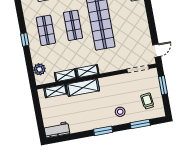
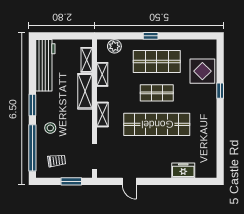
shop shelf: (46, 30) -> (157, 61), width x1.43, depth x1.36
door: (157, 51) -> (129, 181), moved
shelving: (87, 71) -> (102, 115), moved
window: (140, 124) -> (32, 148), width x2.11
workbench: (57, 130) -> (45, 65), width x1.88, depth x1.32

